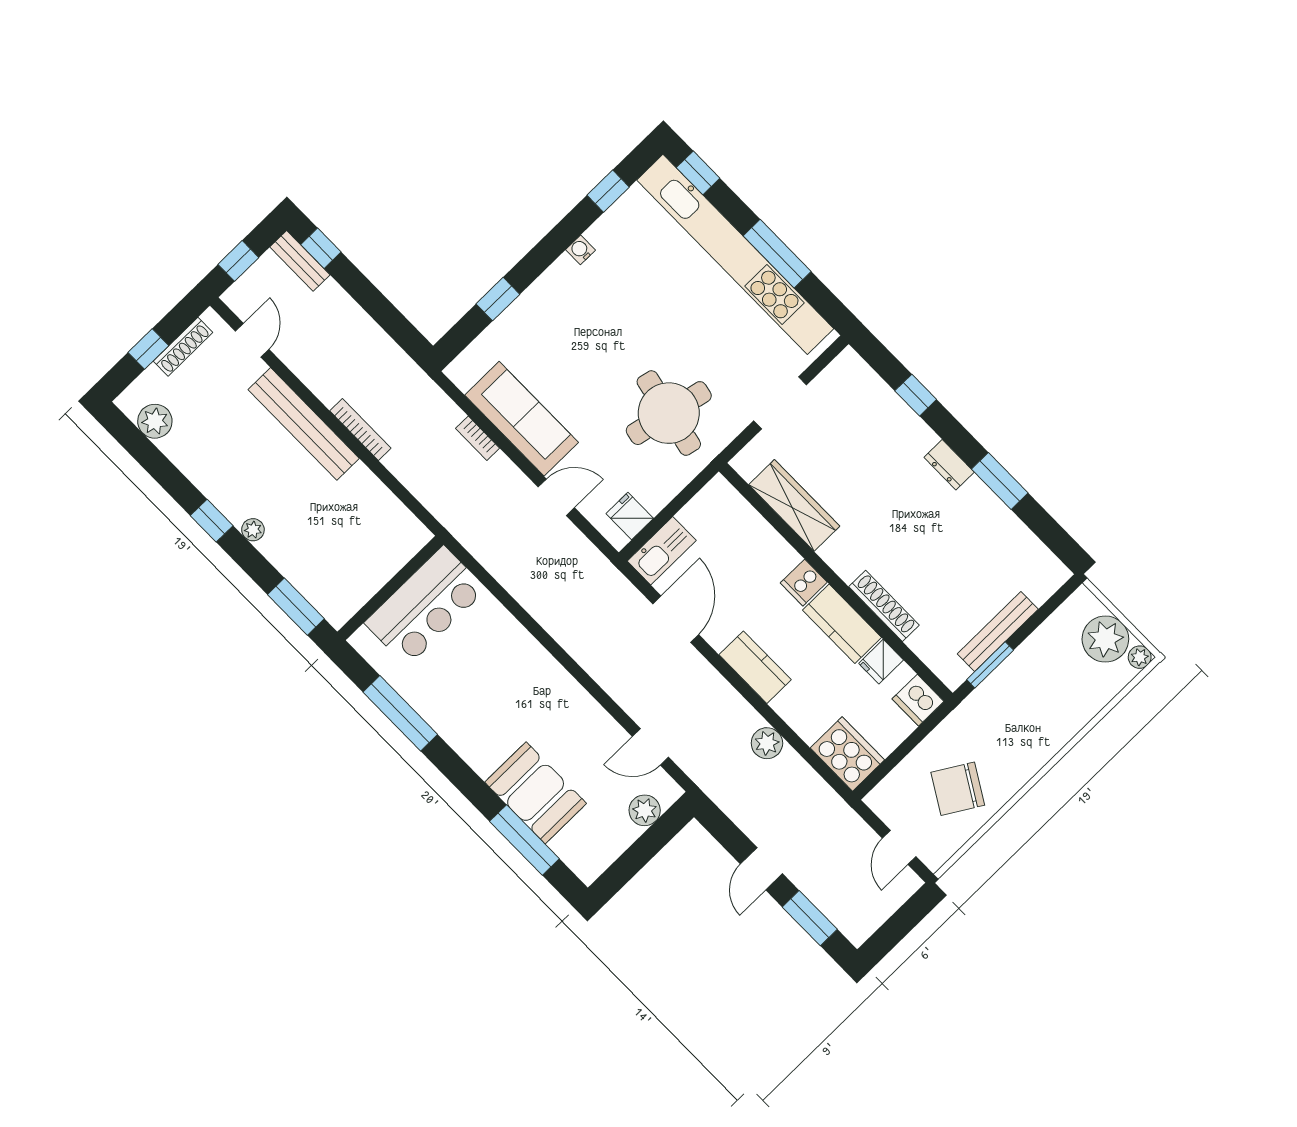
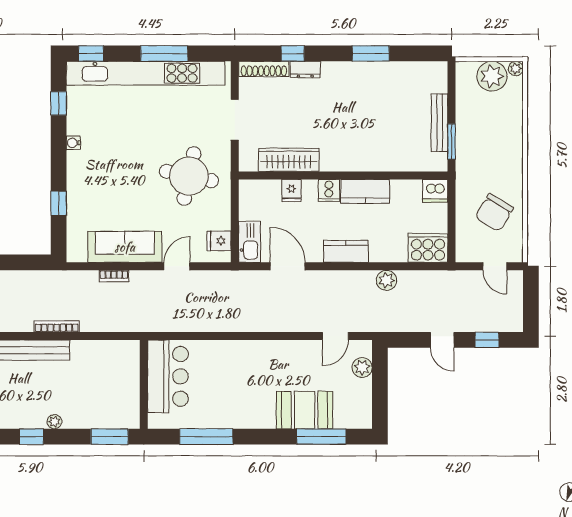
dresser: (949, 465) -> (305, 70), moved
shoe rack: (884, 606) -> (264, 69), moved, turned 180
fridge: (881, 662) -> (292, 190), moved
window: (810, 918) -> (487, 340), width x0.67

